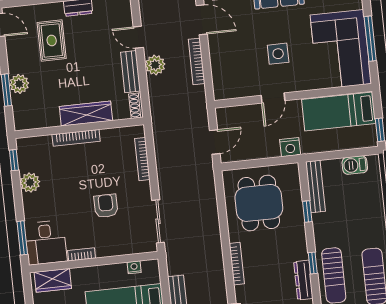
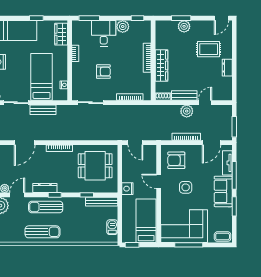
armchair: (236, 73) -> (176, 160), added
desk: (46, 243) -> (104, 33), moved, turned 90

